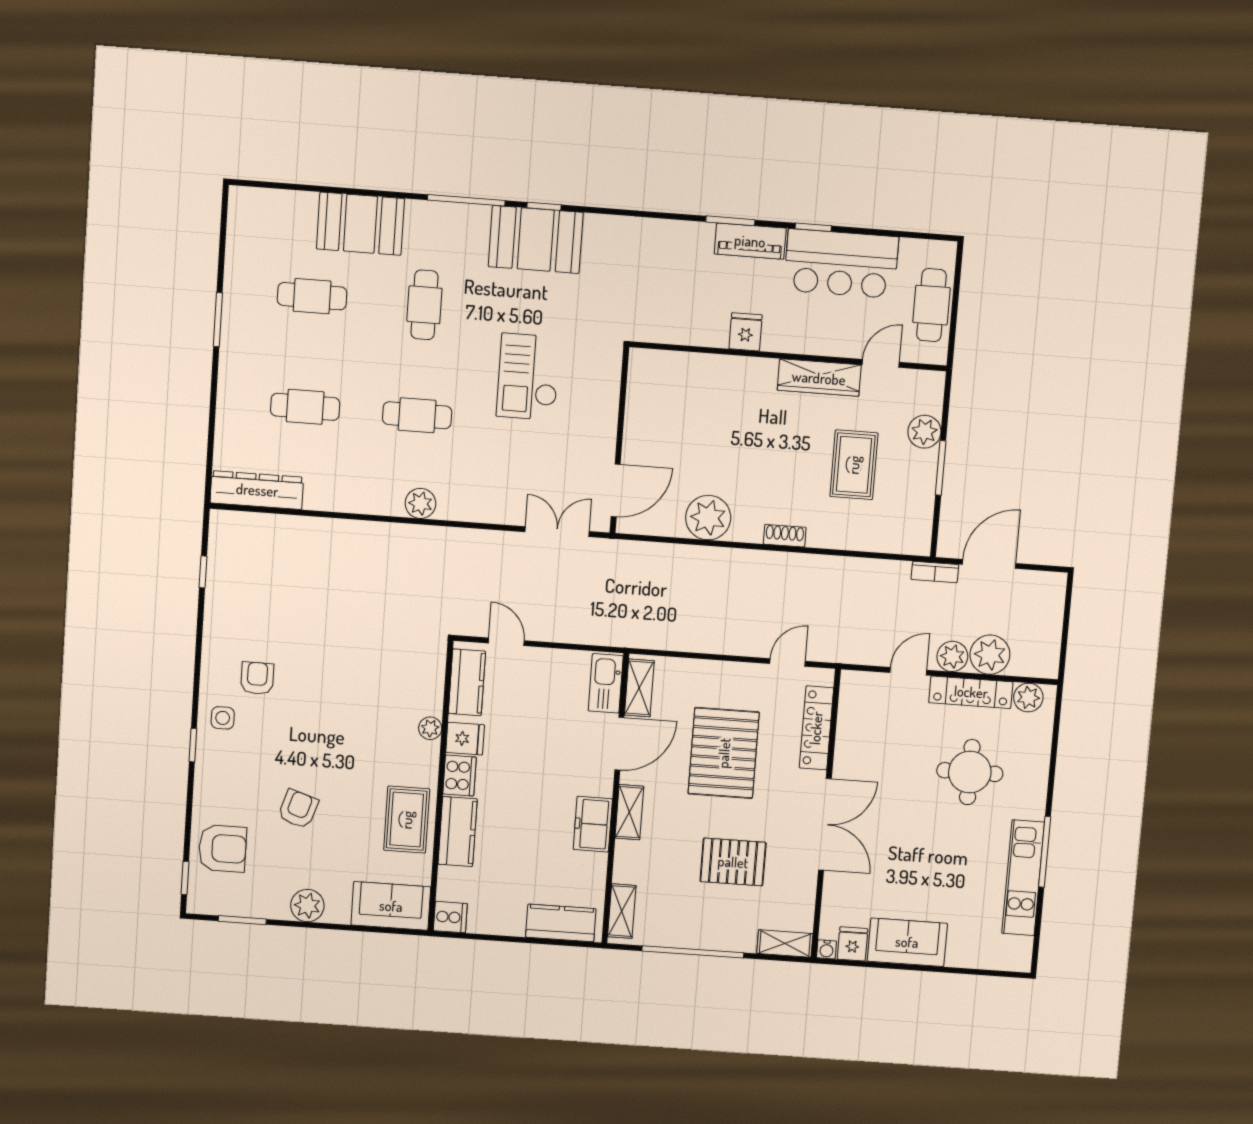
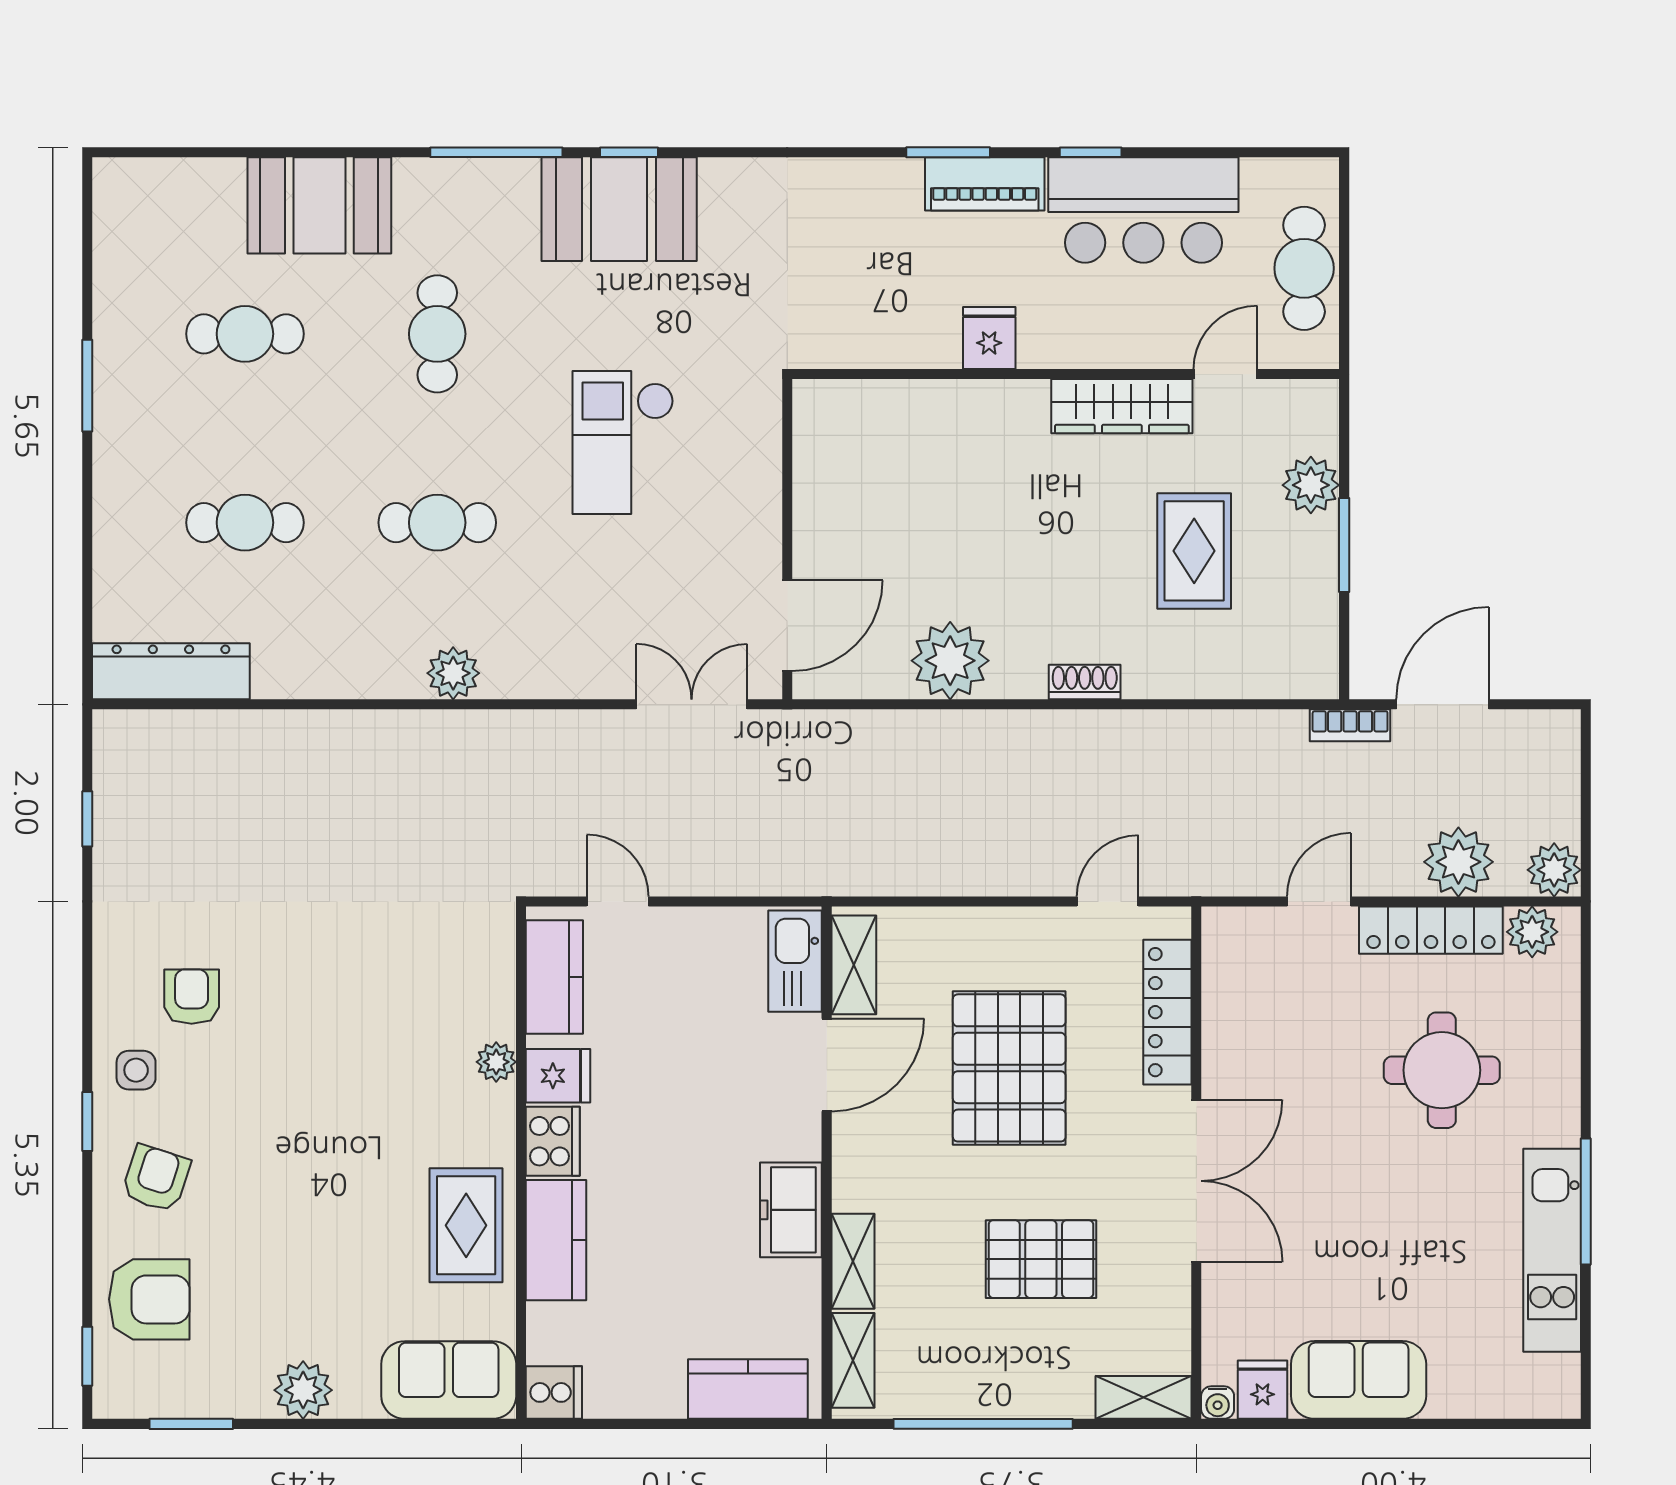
plant: (952, 656) -> (1554, 870), moved
armchair: (298, 809) -> (156, 1178), moved
shelving: (629, 812) -> (853, 1261), moved

